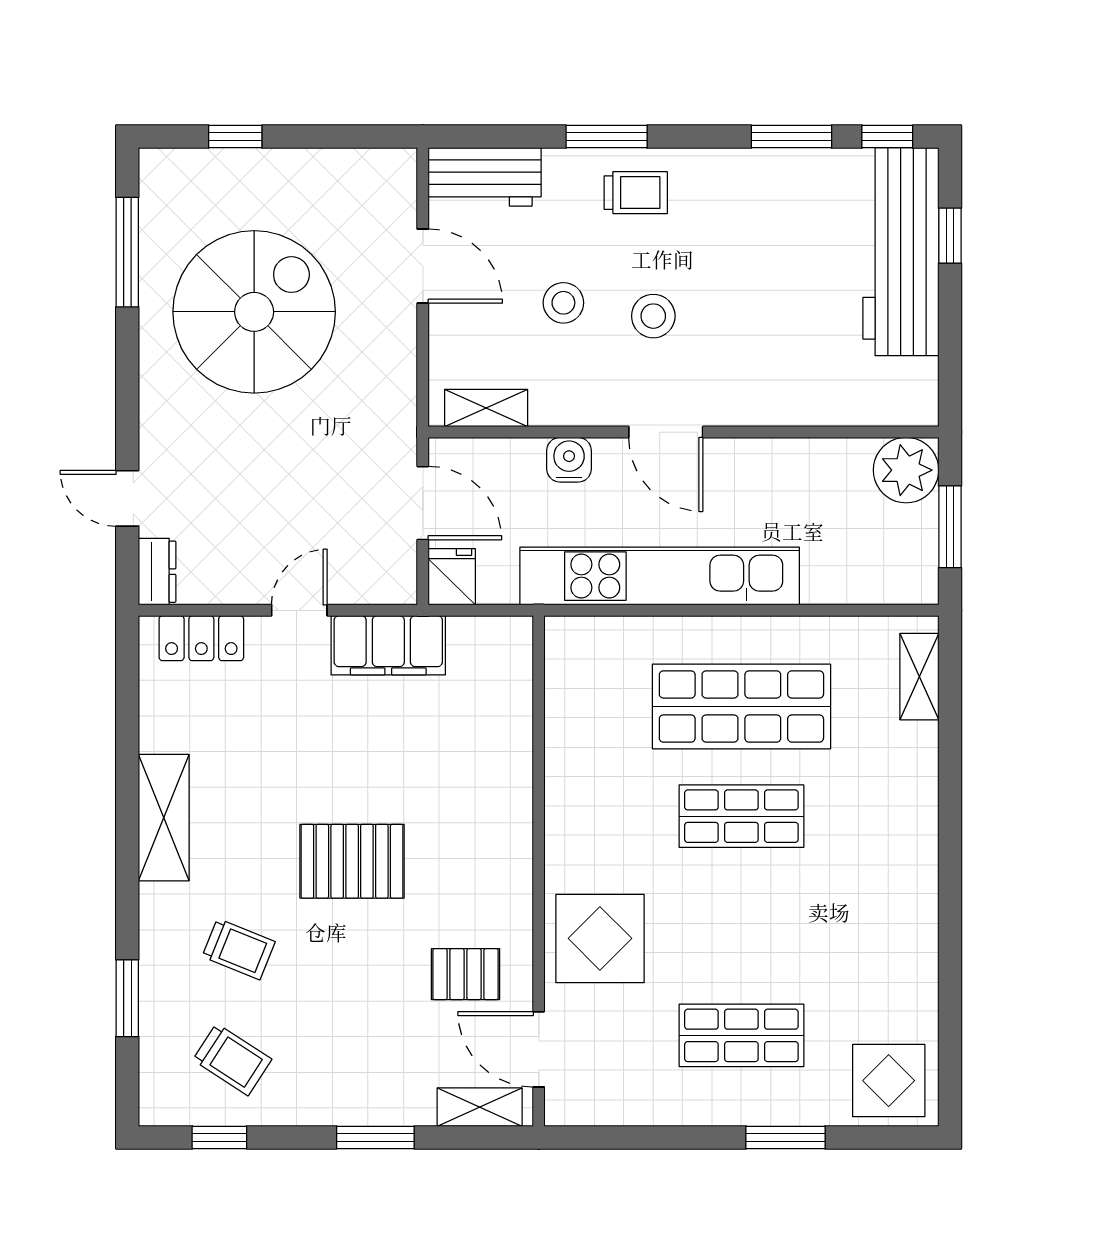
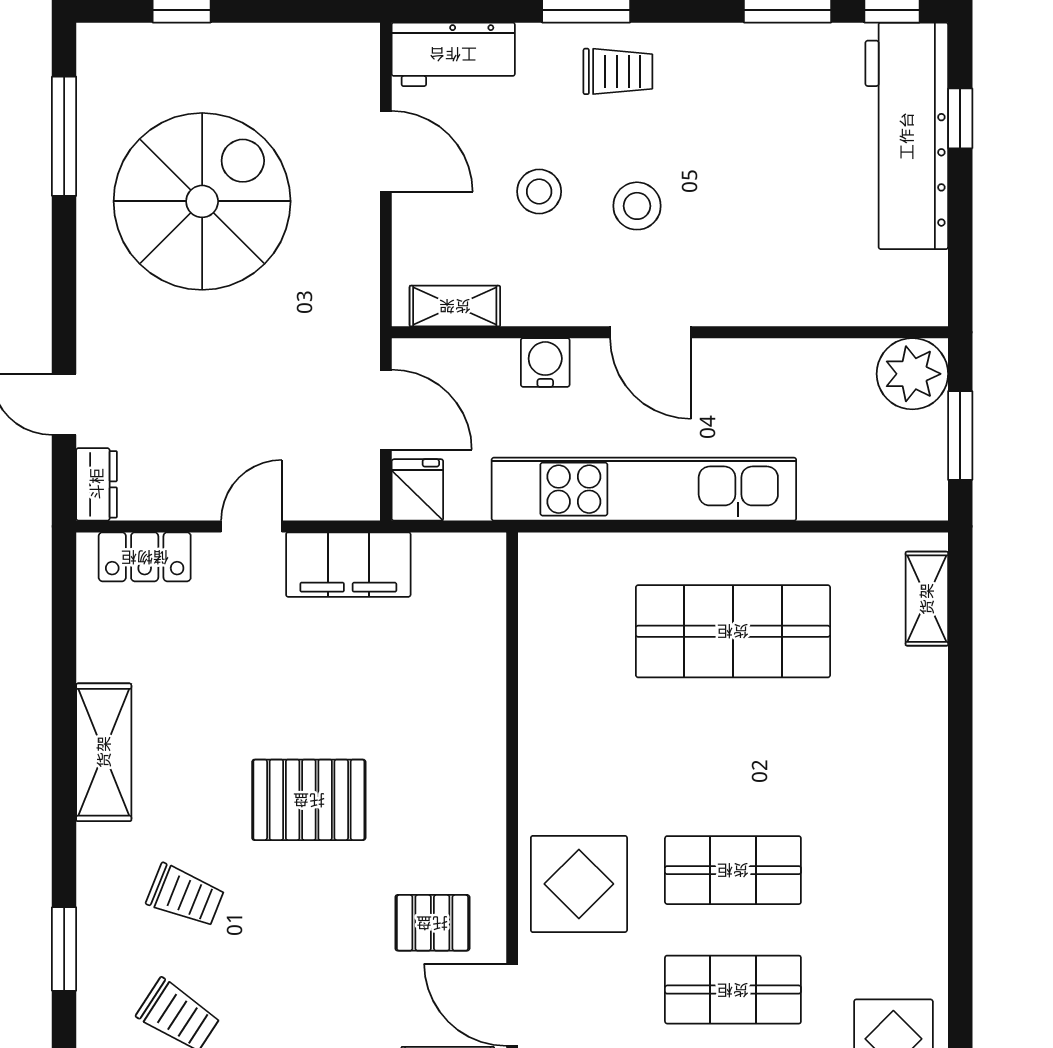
shop shelf: (741, 816) -> (733, 870), moved

